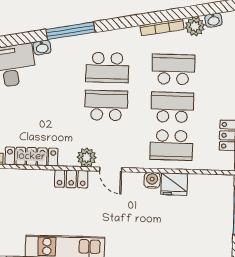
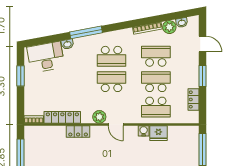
locker: (71, 179) -> (78, 132), moved

